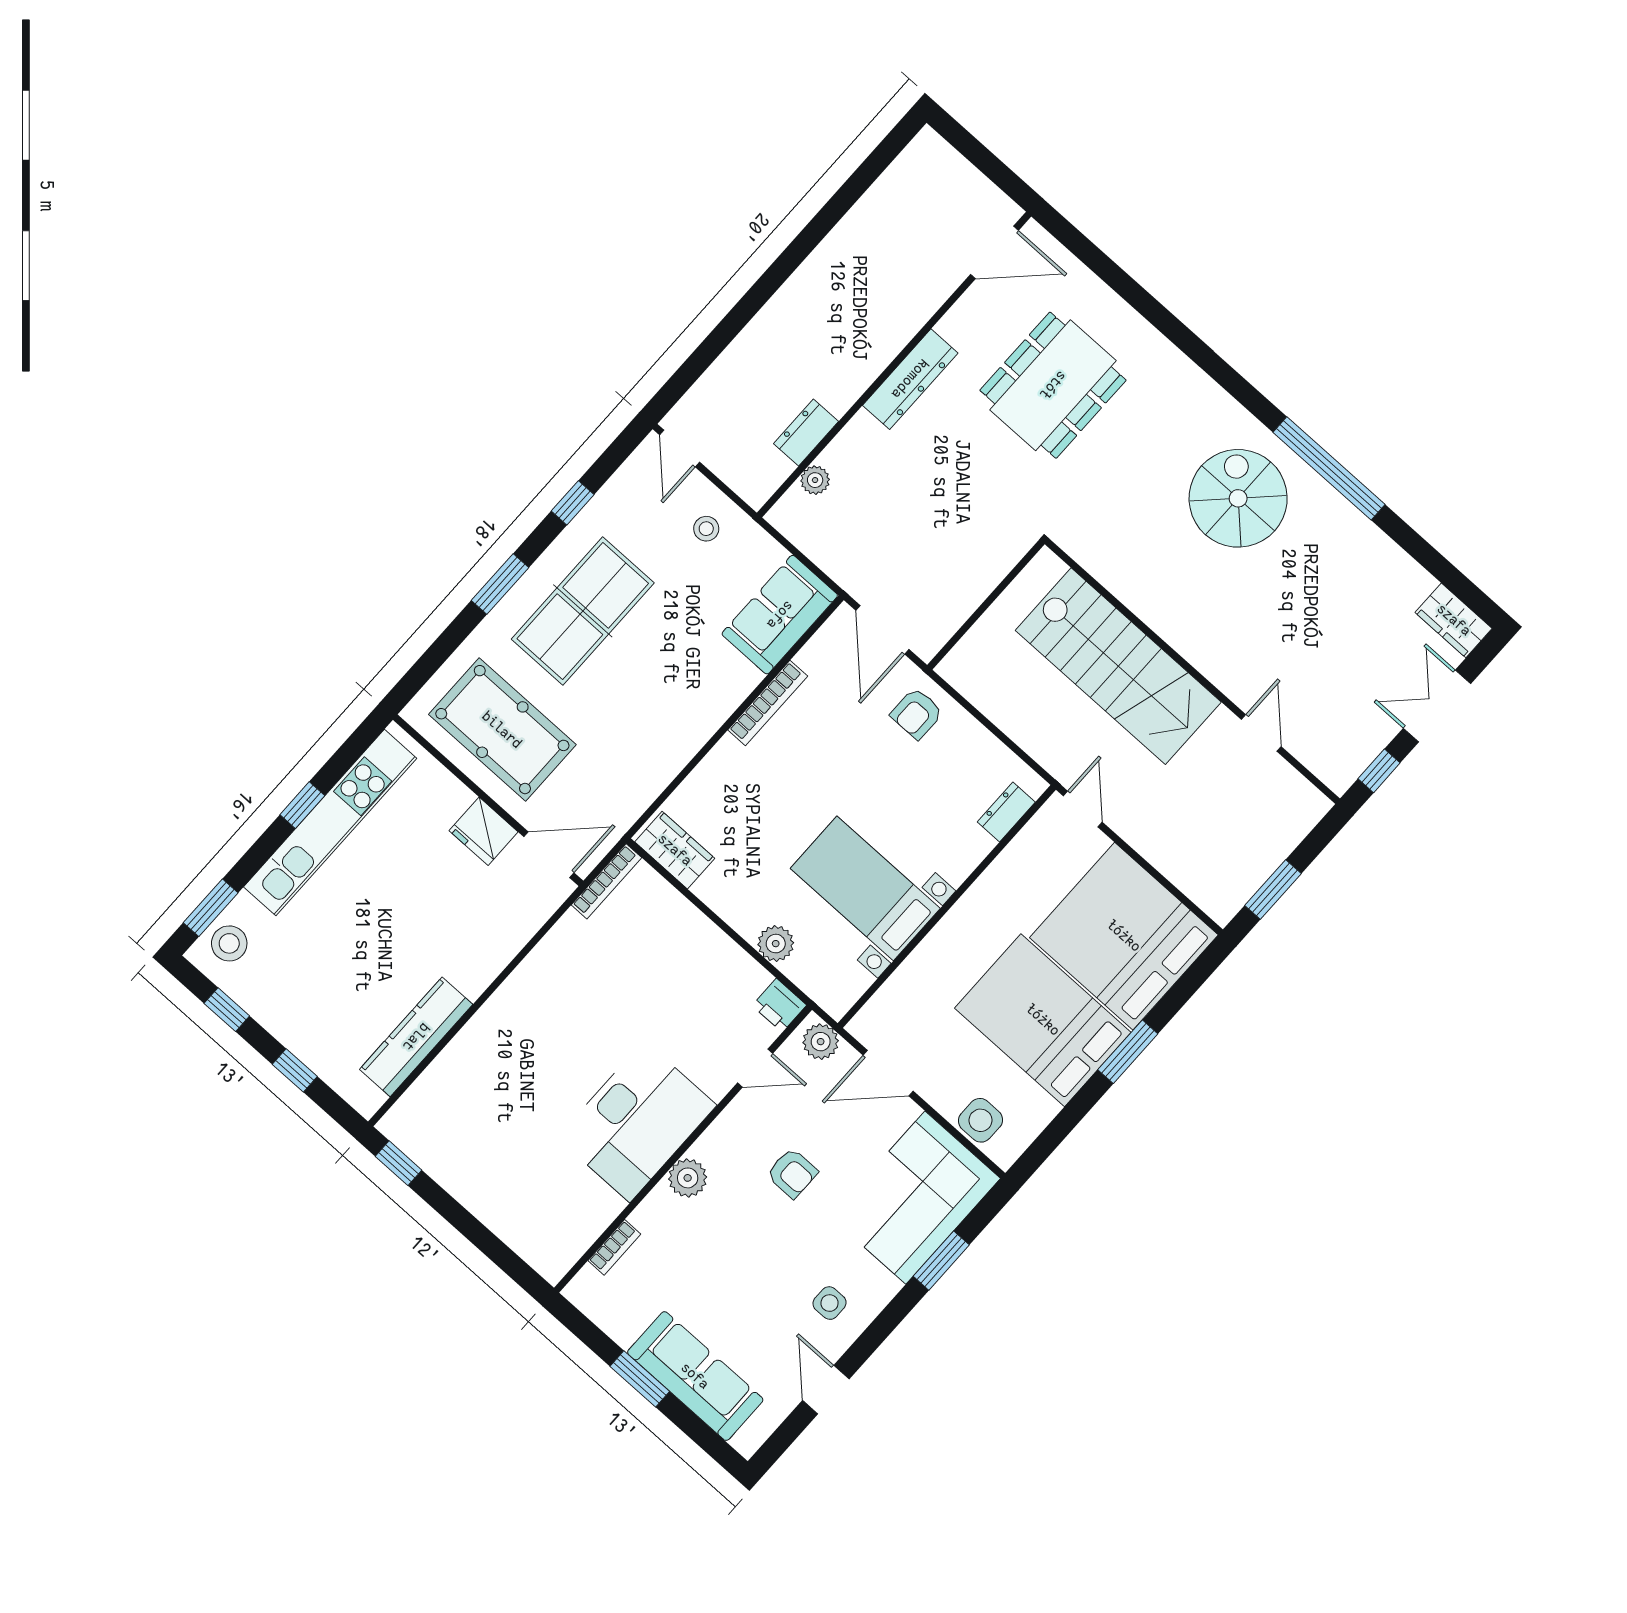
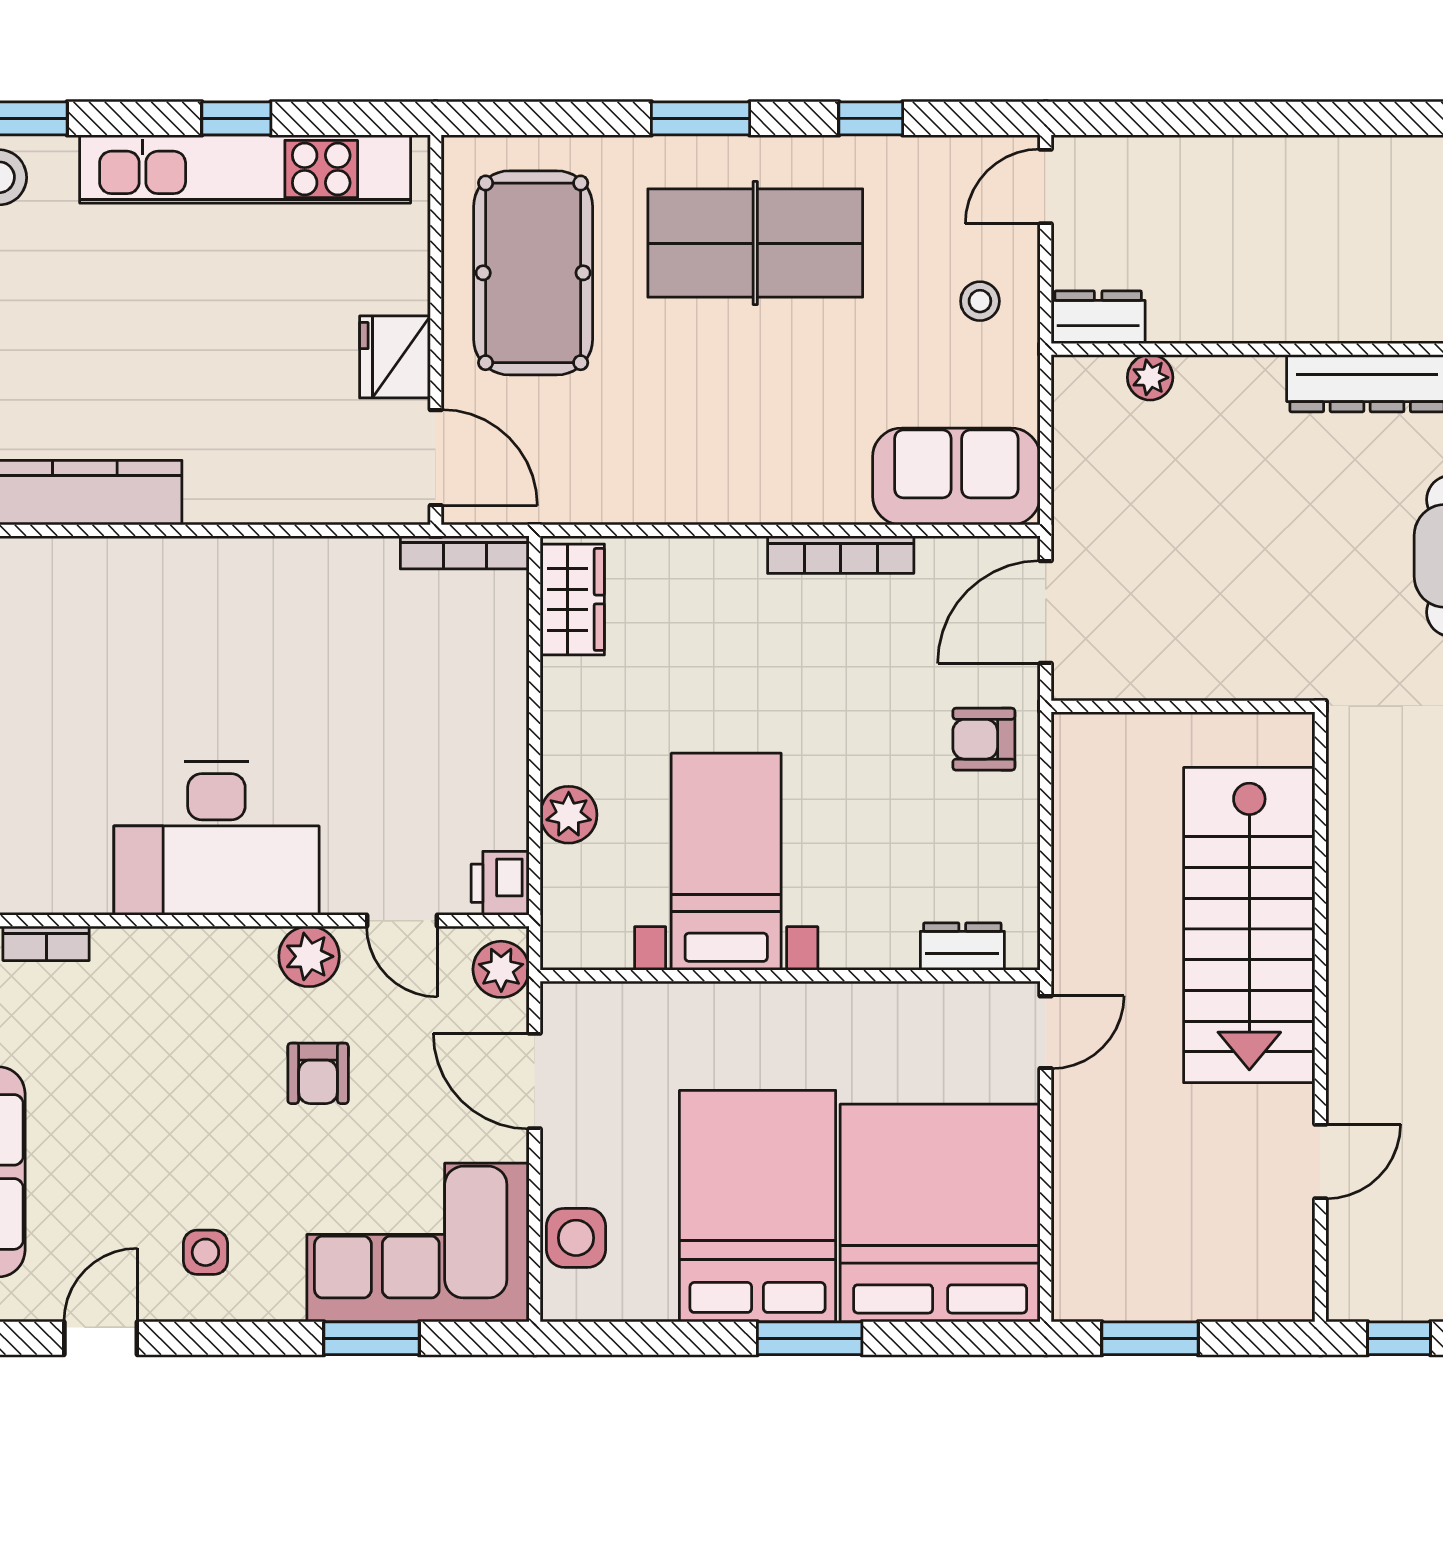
dresser: (806, 433) -> (1098, 317), moved
plant: (688, 1178) -> (309, 956), moved

